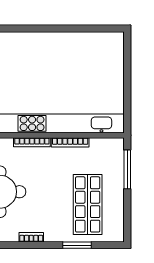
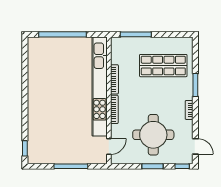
window: (127, 76) -> (62, 34), added
window: (77, 245) -> (195, 85), moved

